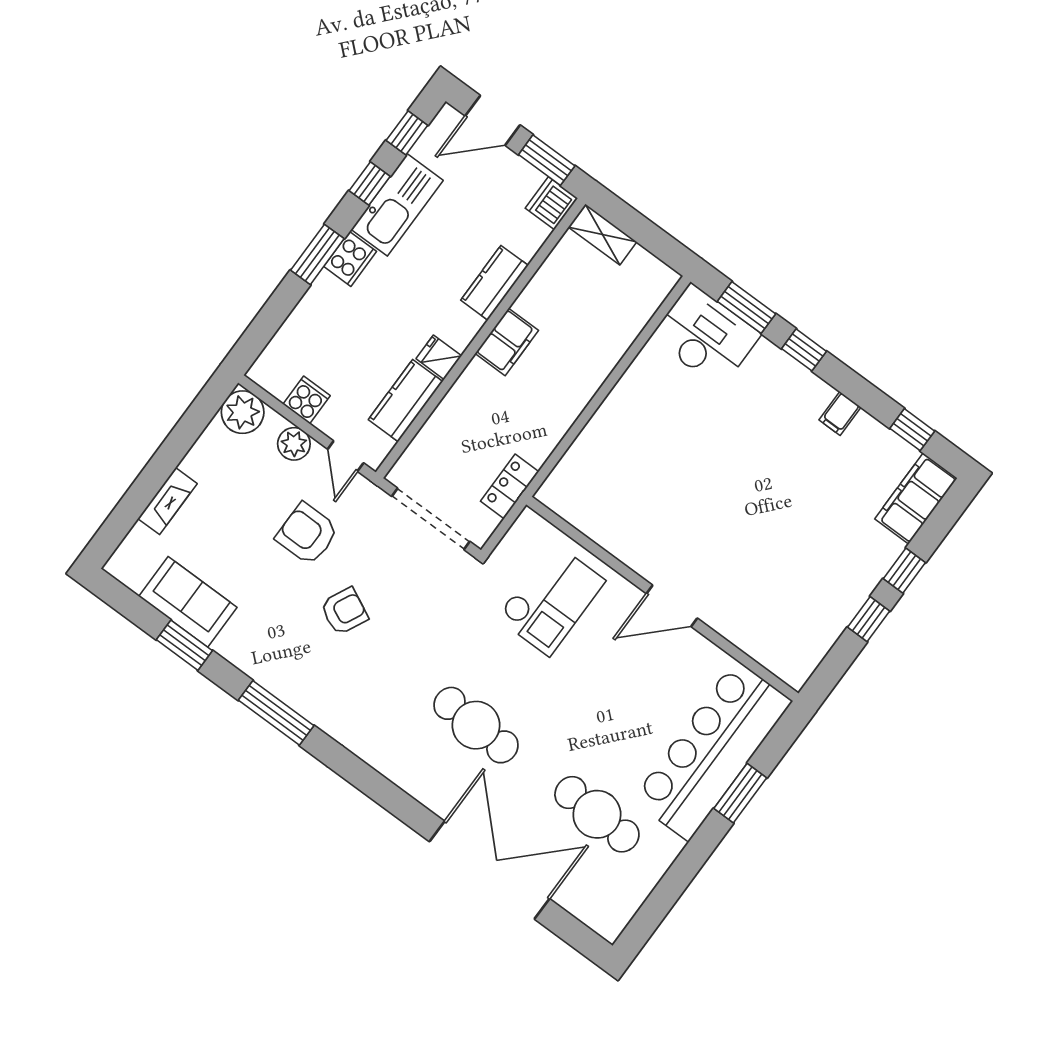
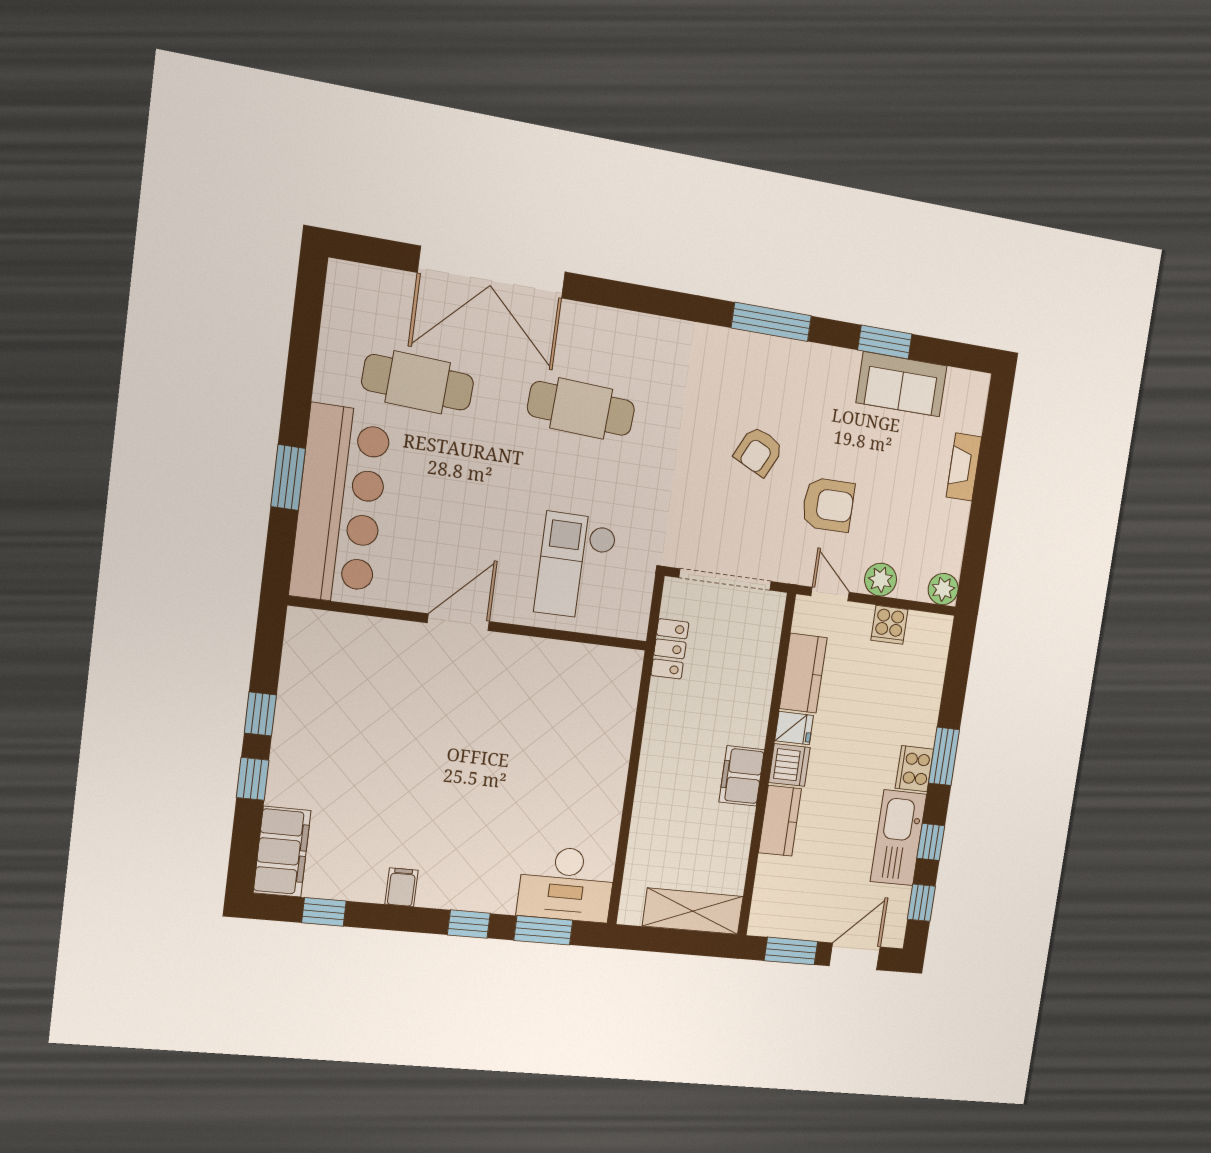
dishwasher: (551, 203) -> (789, 765), moved
shelving: (602, 234) -> (693, 911), width x1.50, depth x1.33
plant: (243, 412) -> (943, 589), width x0.73, depth x0.73

